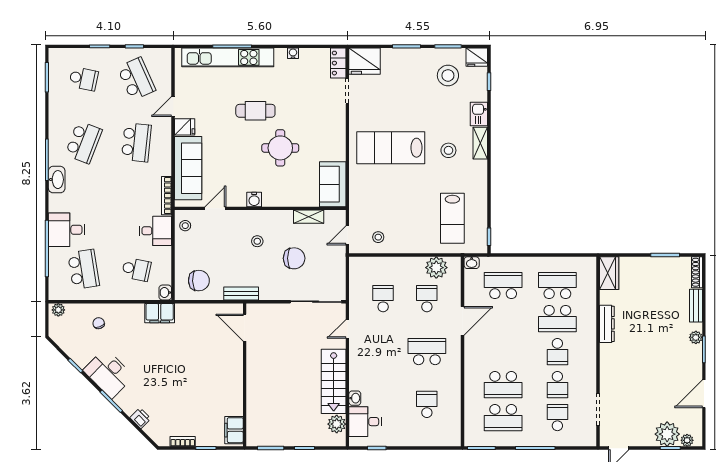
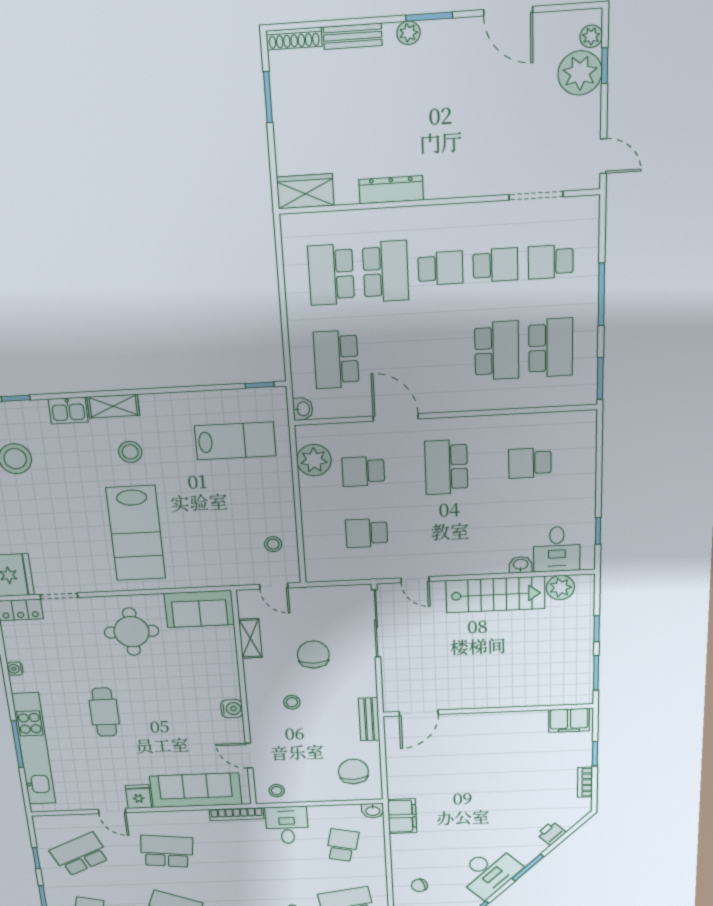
round table: (280, 148) -> (132, 632), moved

